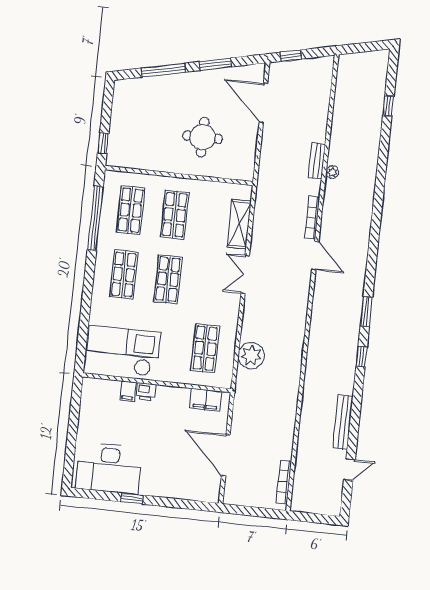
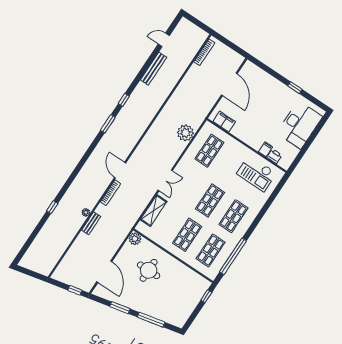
window: (388, 106) -> (52, 207), moved
plant: (245, 171) -> (135, 239), added
checkout: (123, 351) -> (256, 173), width x0.73, depth x0.83
printer: (146, 392) -> (274, 156), moved
desk: (109, 468) -> (299, 125), moved, turned 90

